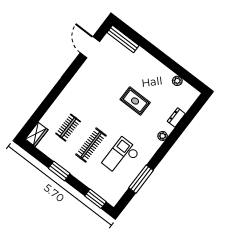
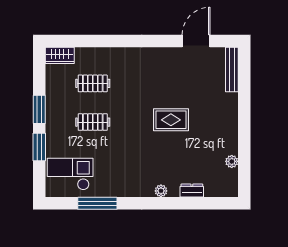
rug: (135, 101) -> (171, 120), moved, turned 90
clothes rail: (91, 145) -> (93, 122), width x0.73
checkout: (121, 157) -> (70, 174), moved
window: (96, 199) -> (39, 147), moved

